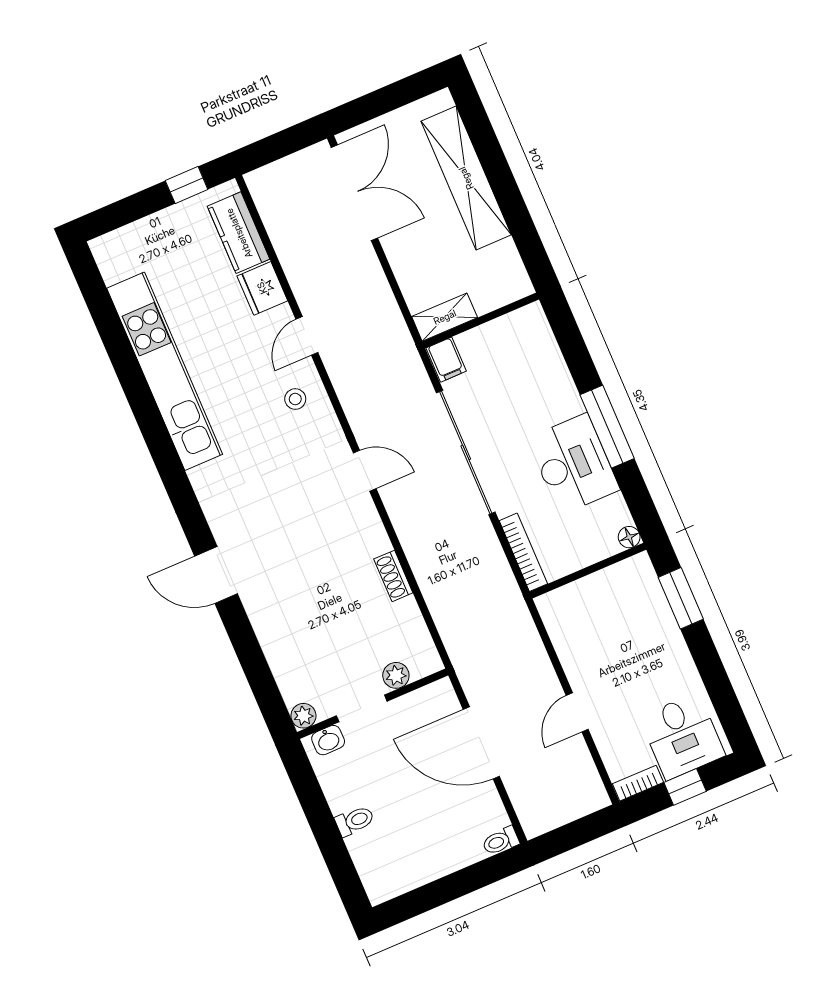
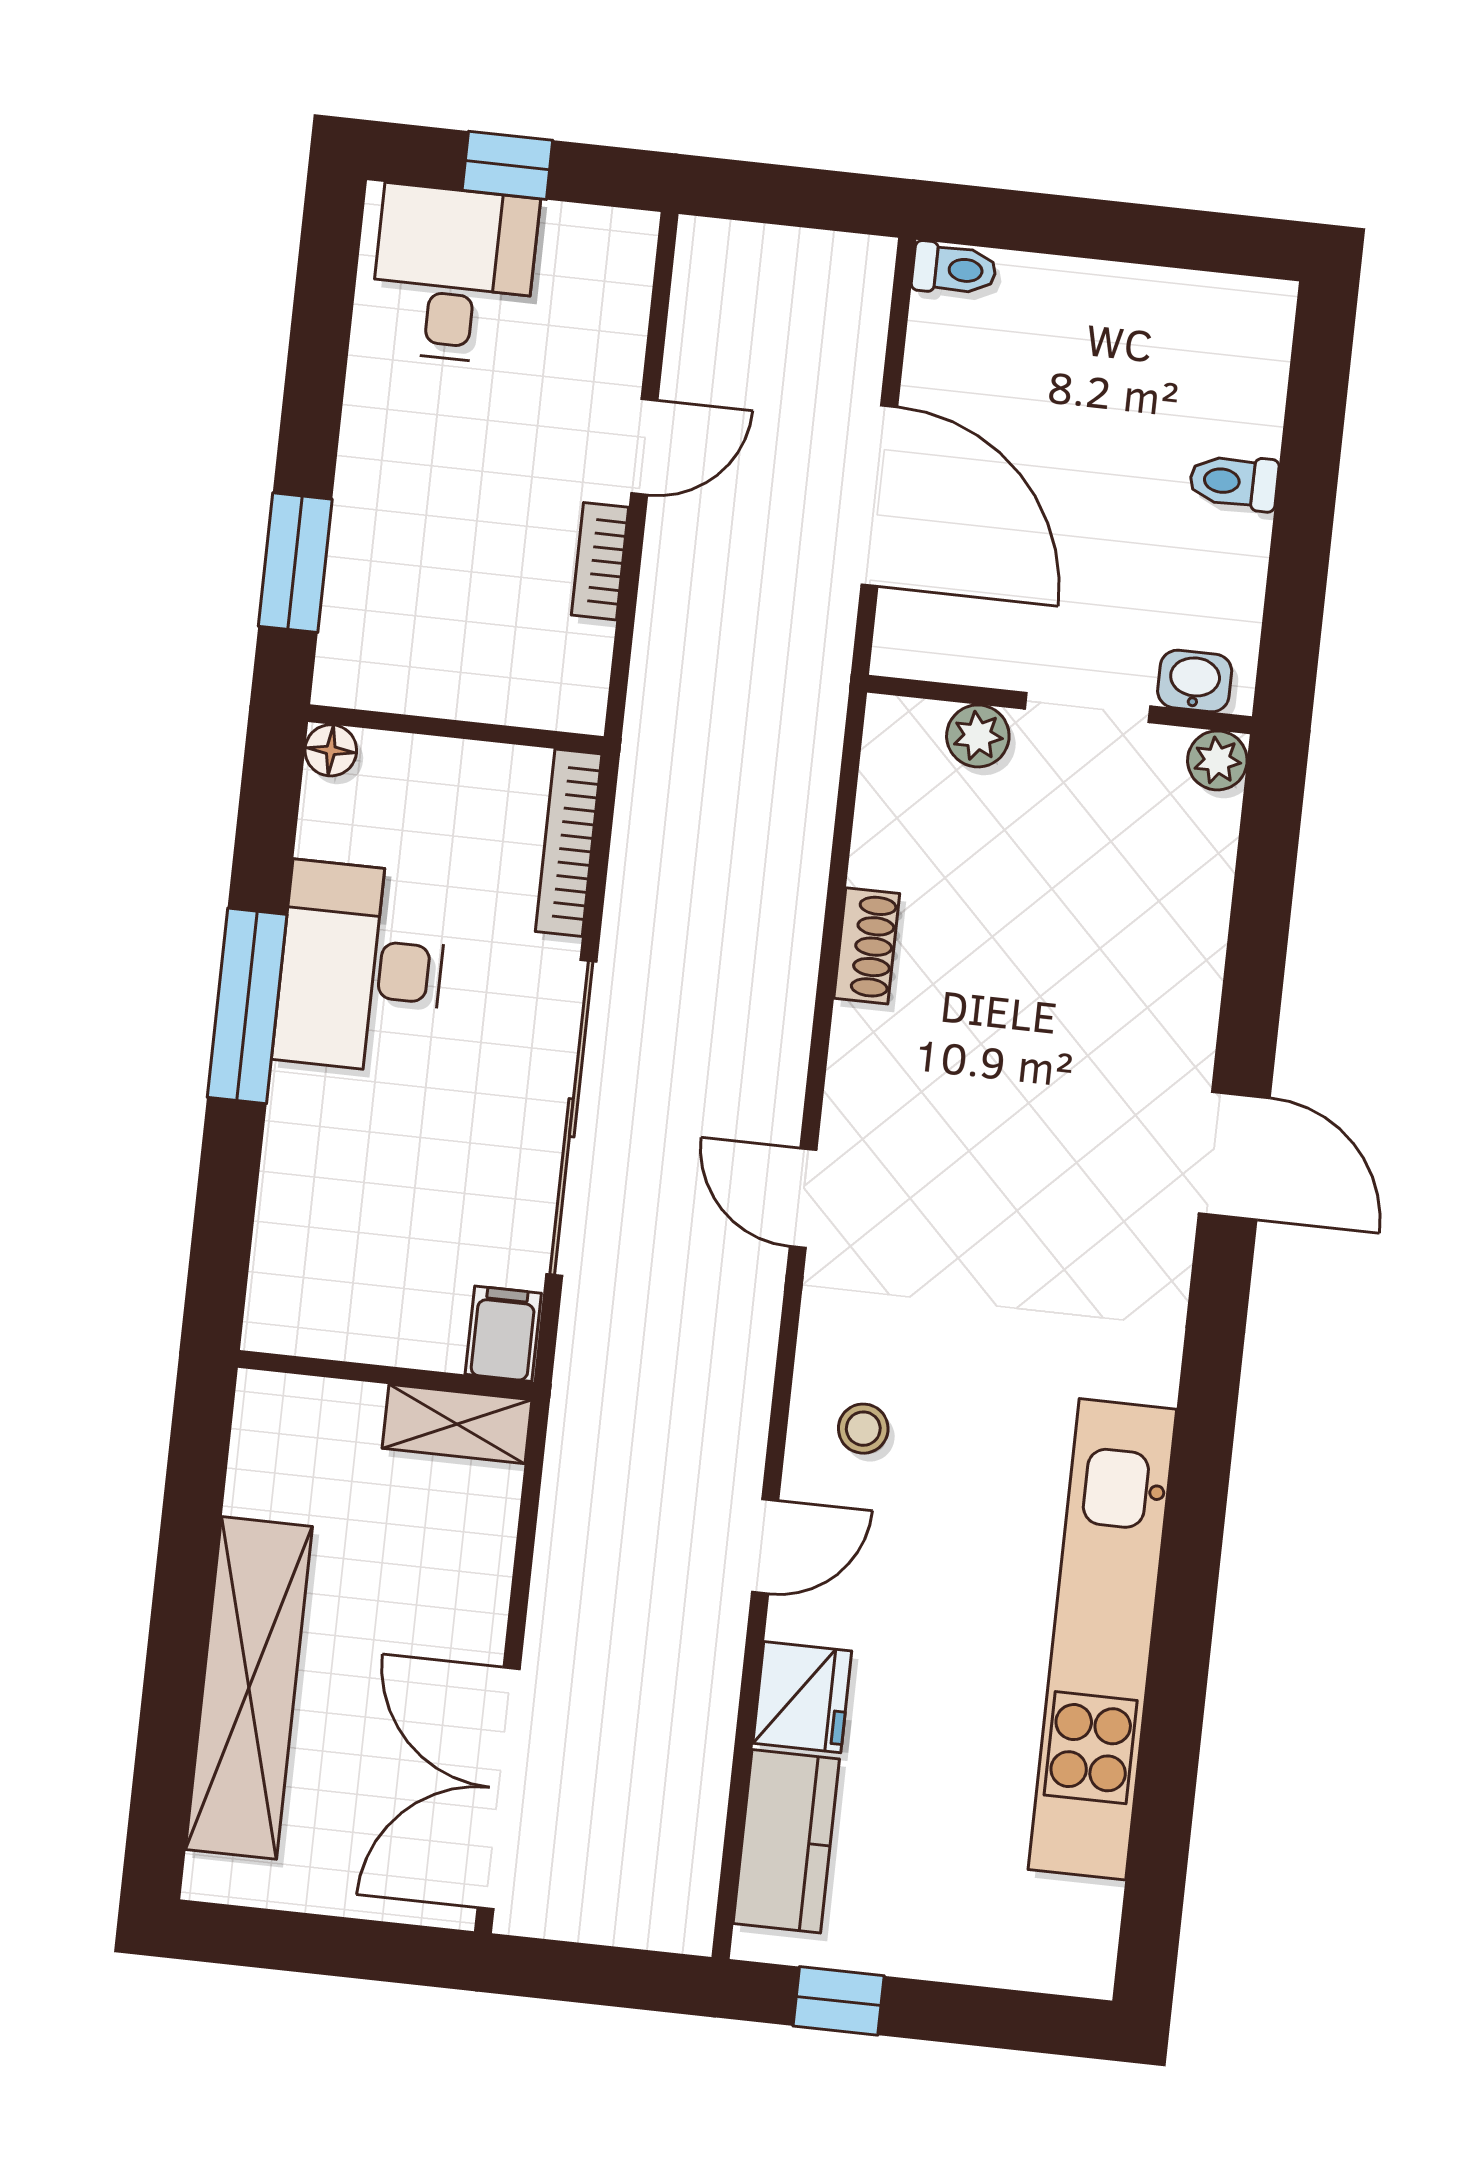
bookcase: (638, 783) -> (600, 561), moved, turned 90

